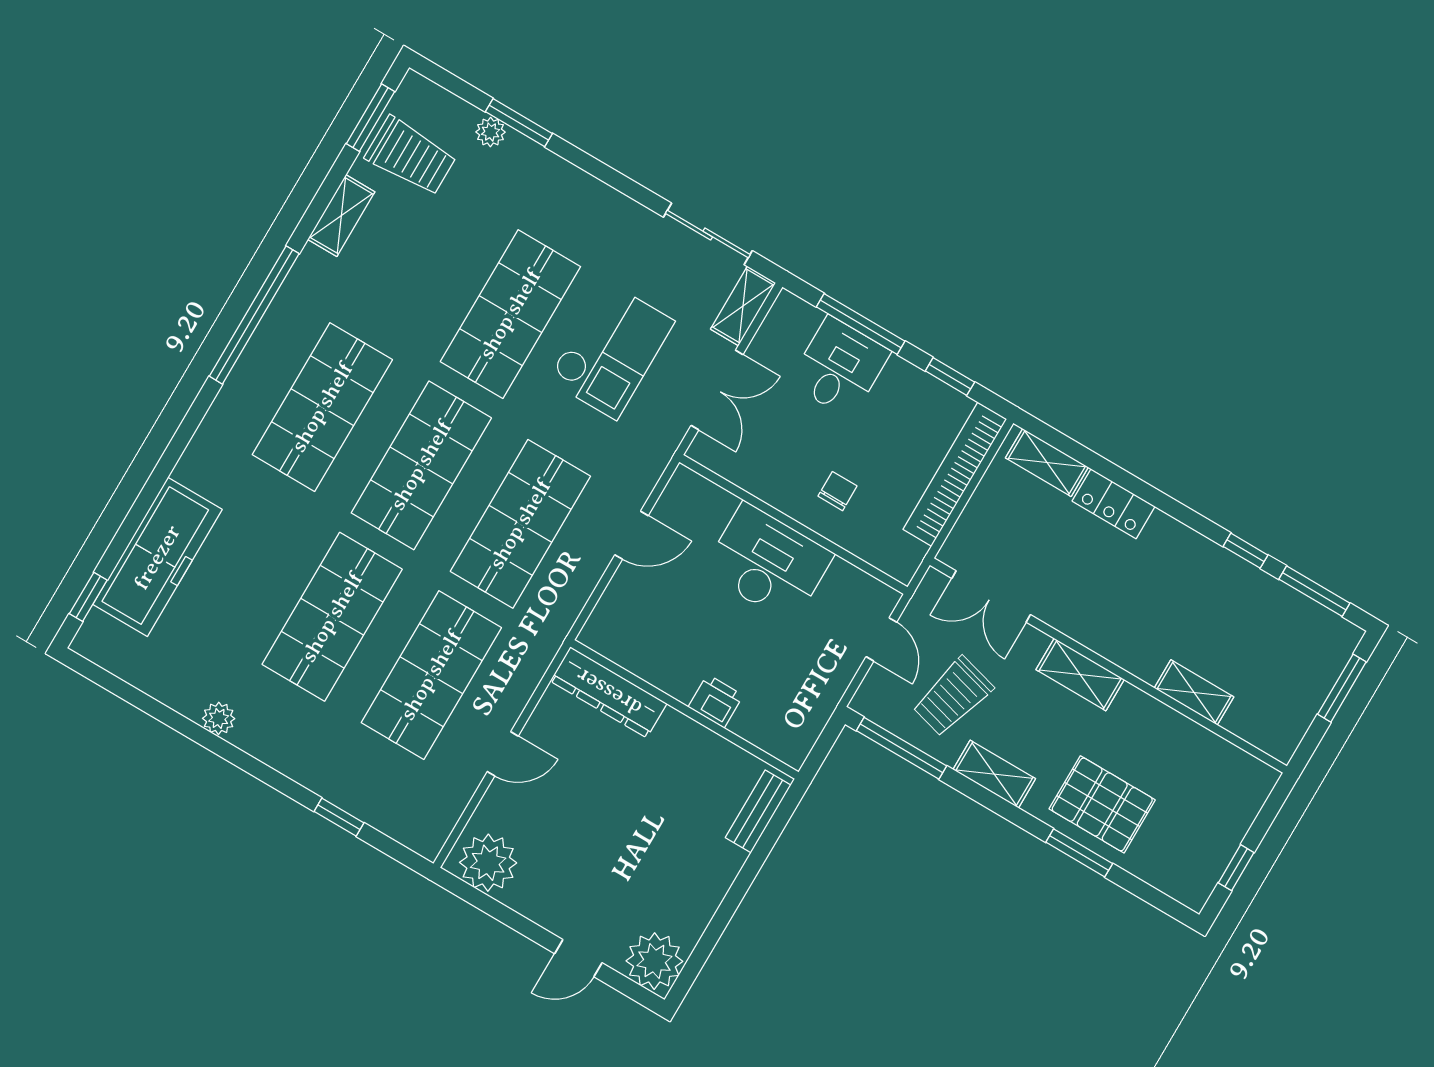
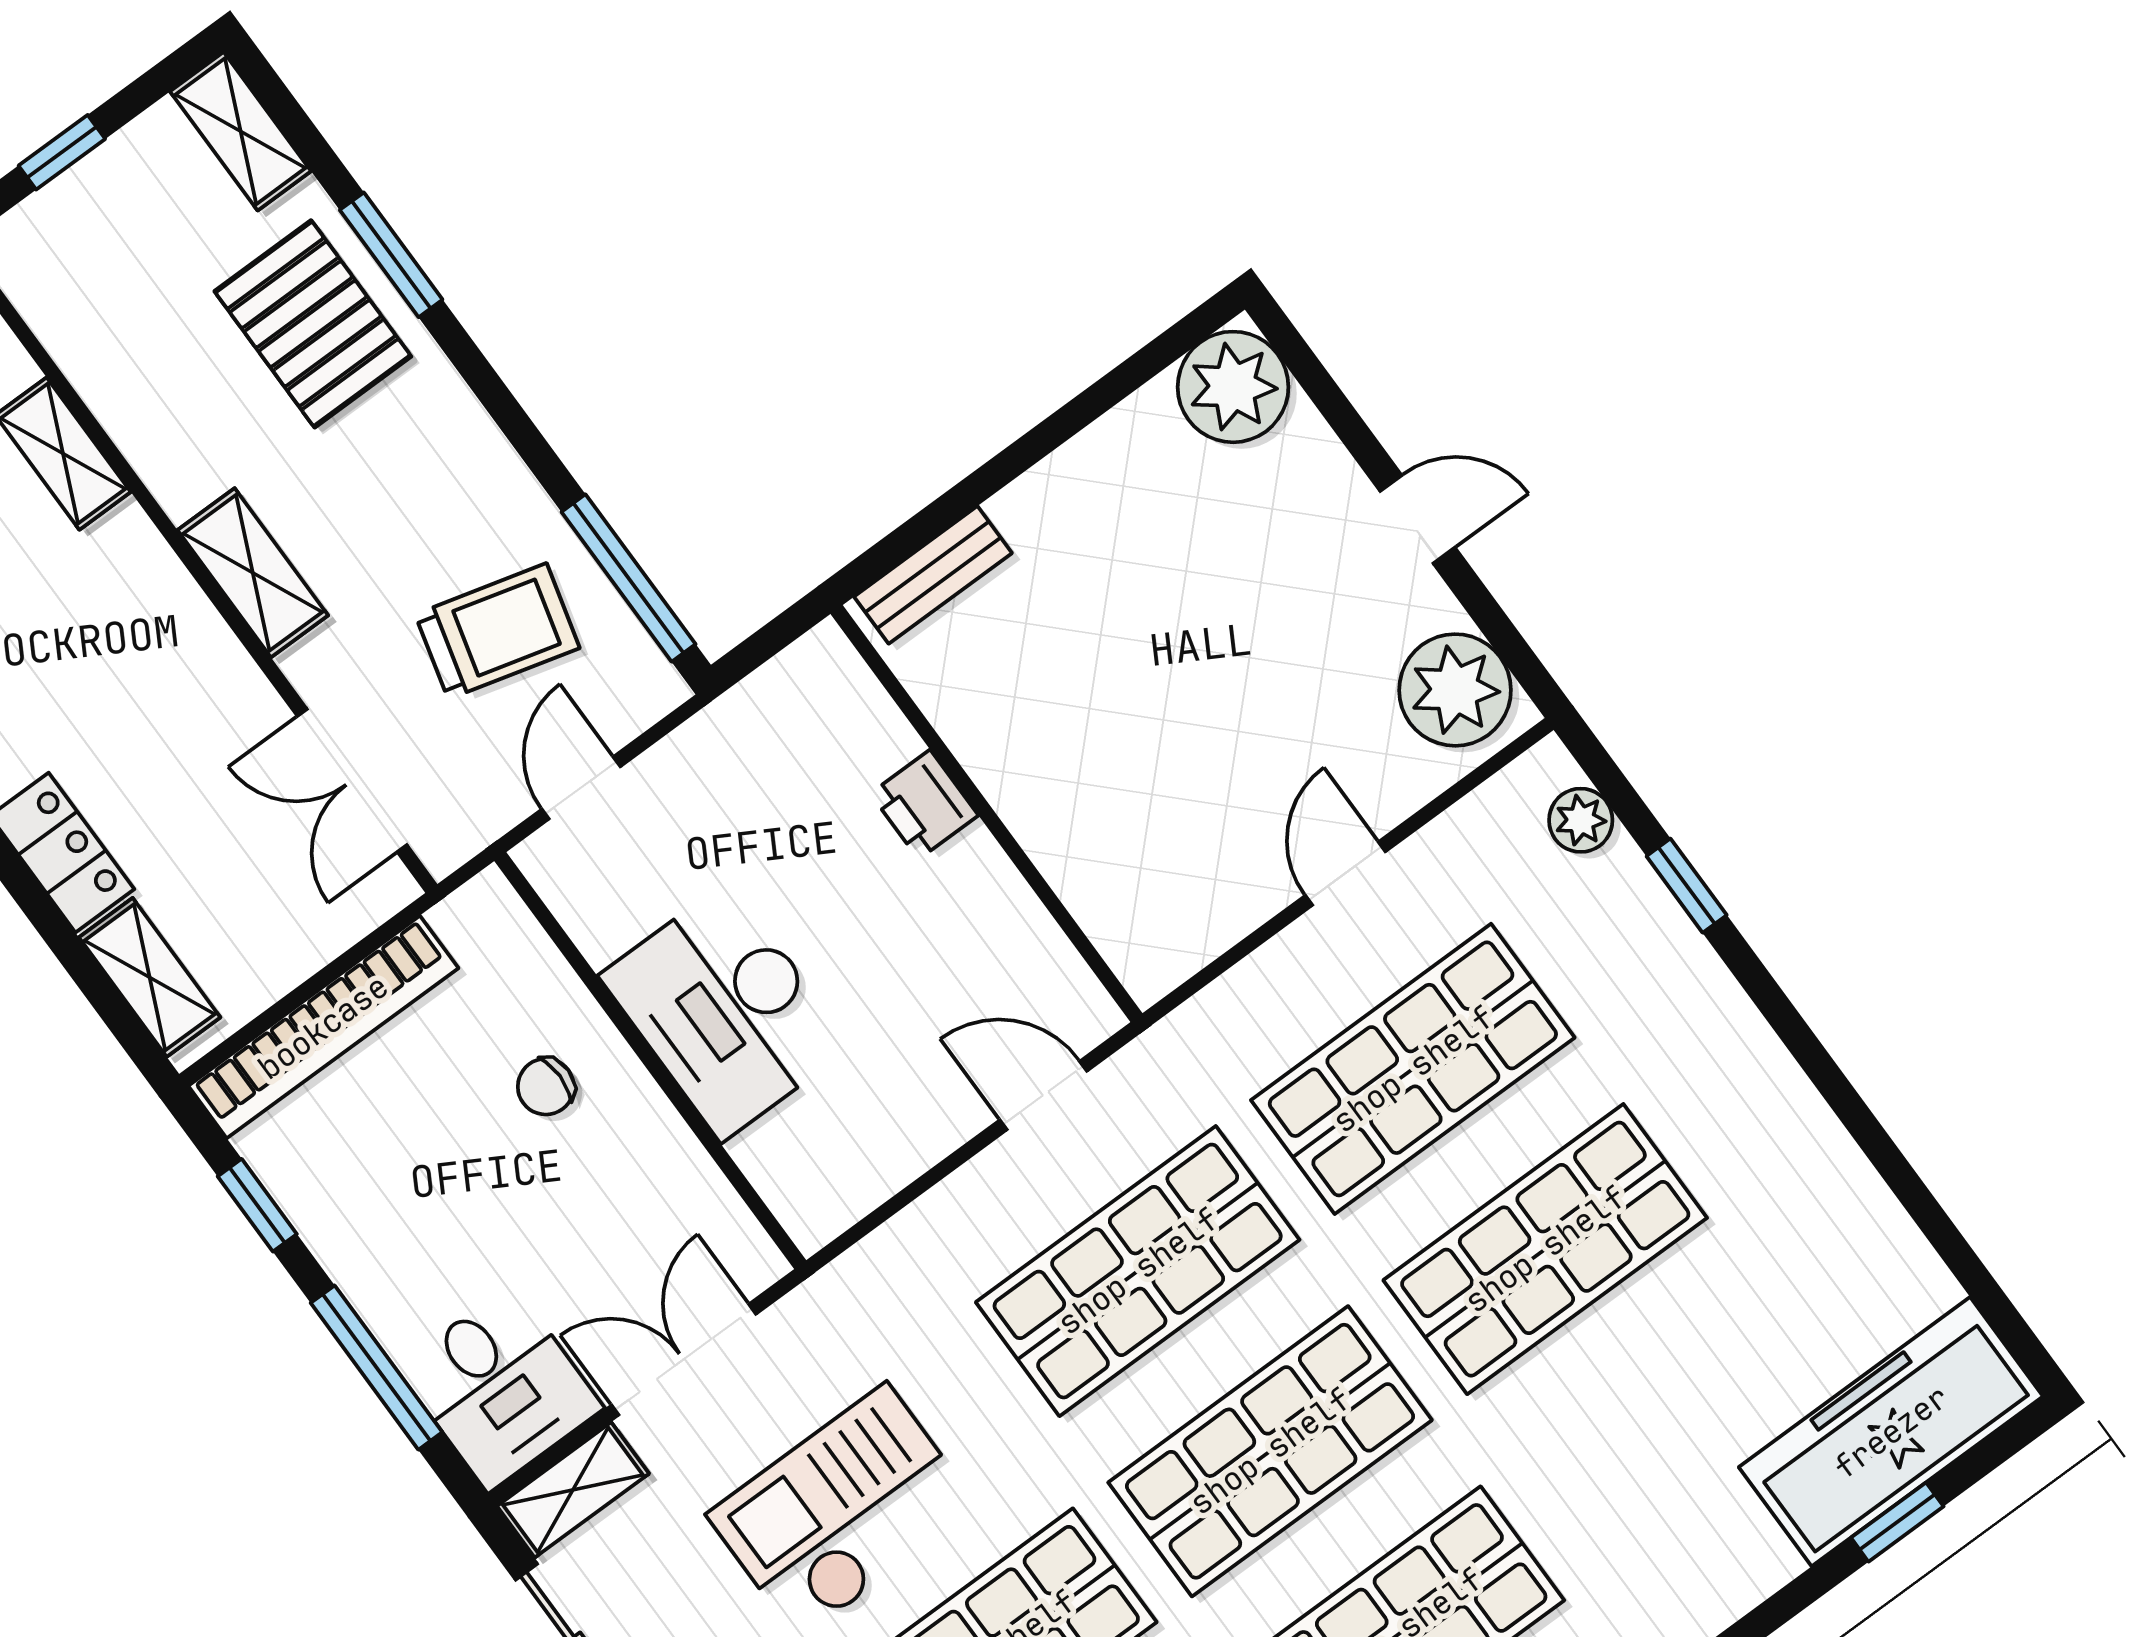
desk: (840, 367) -> (500, 1388), moved, turned -90
door: (631, 535) -> (1043, 1095), moved
freezer: (157, 557) -> (1891, 1432), moved
double door: (991, 596) -> (352, 781), swing flipped
window: (88, 597) -> (1897, 1522), moved
dresser: (609, 692) -> (1109, 902), removed
plant: (219, 718) -> (1581, 820), moved
door: (503, 754) -> (1345, 873), hinge flipped
shelving: (994, 774) -> (241, 131), moved
window: (1236, 868) -> (62, 152), moved
door: (578, 958) -> (1418, 519), moved

